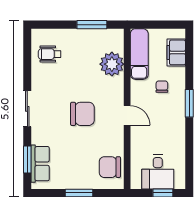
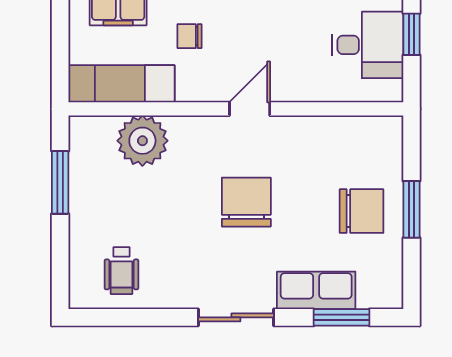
row of seats: (40, 164) -> (316, 290), moved
chair: (110, 167) -> (362, 211), moved, turned -90

